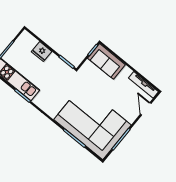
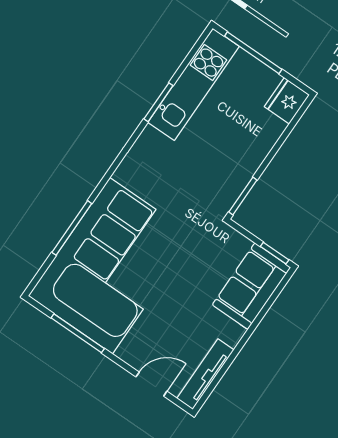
fridge: (42, 52) -> (287, 101), moved

